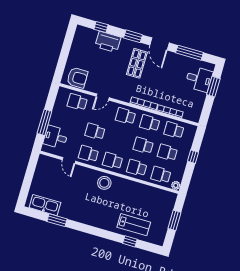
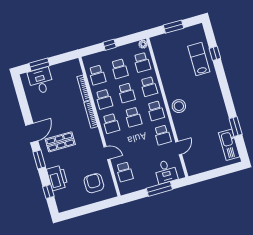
window: (189, 53) -> (23, 103), removed
armchair: (77, 78) -> (94, 183), moved
school desk: (95, 131) -> (133, 117), moved

